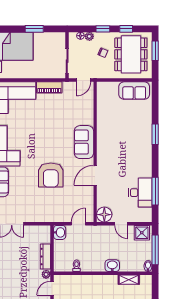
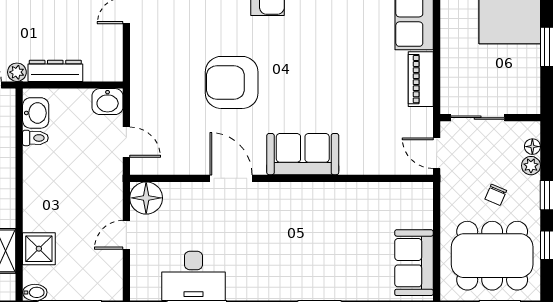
shower: (142, 233) -> (39, 249), moved
washbasin: (112, 266) -> (36, 113), moved

